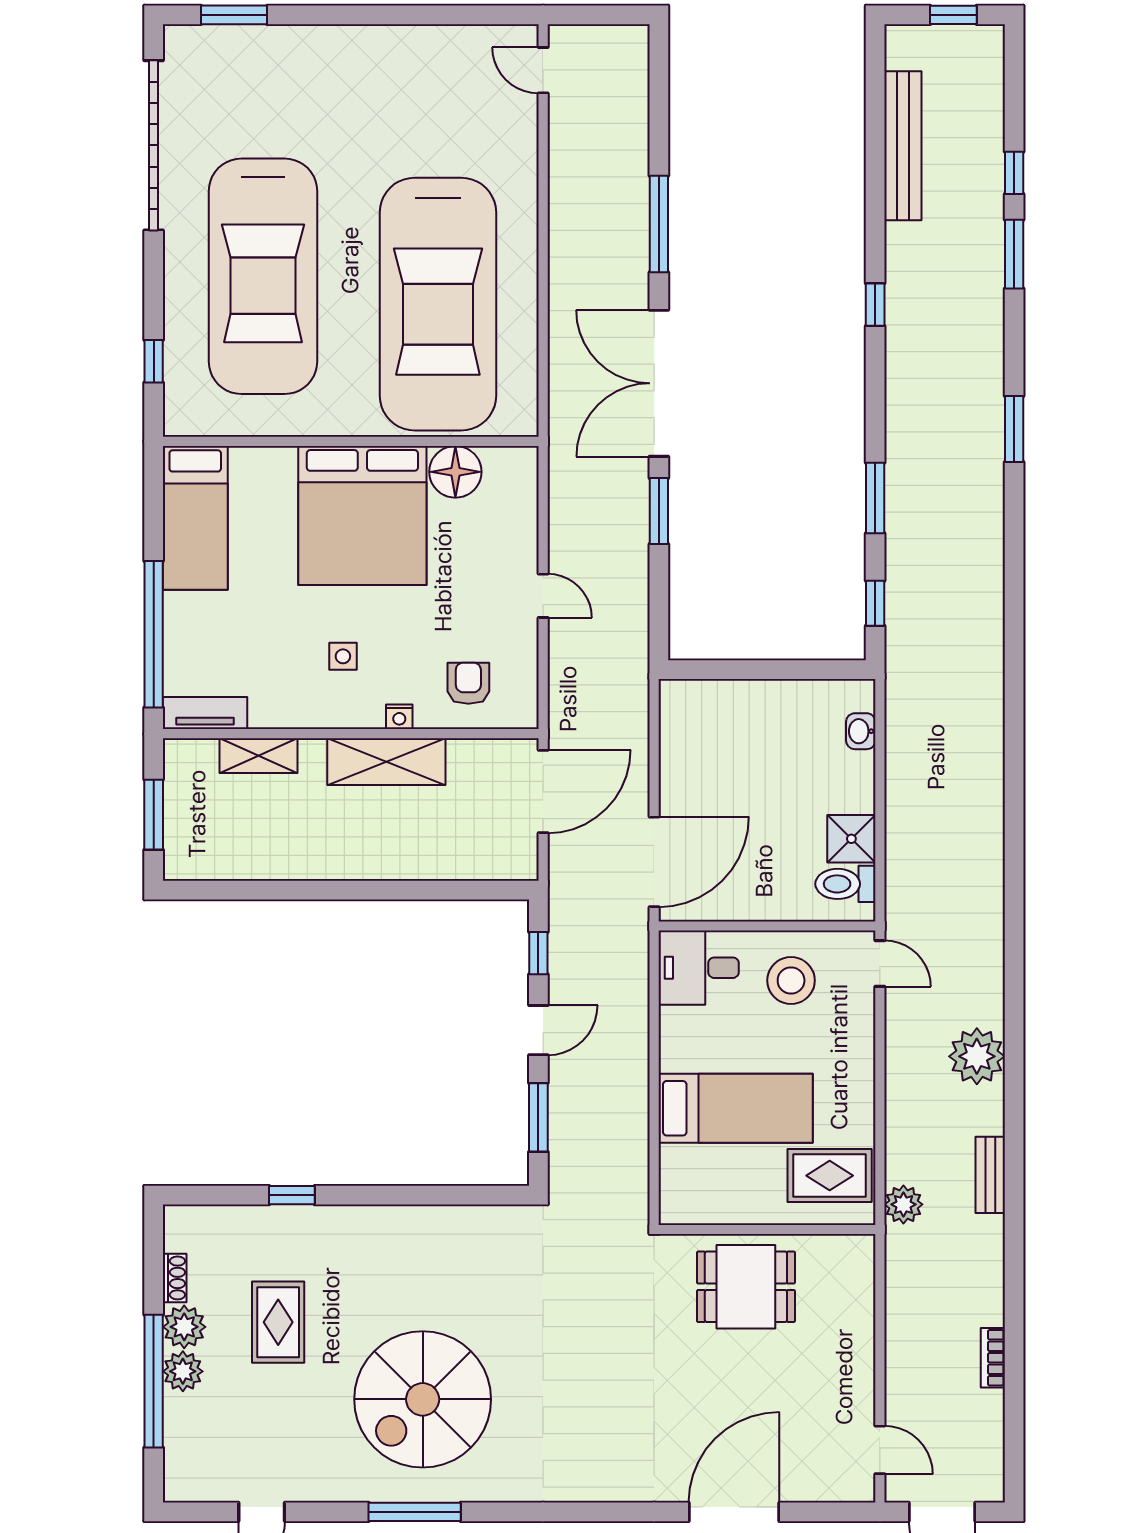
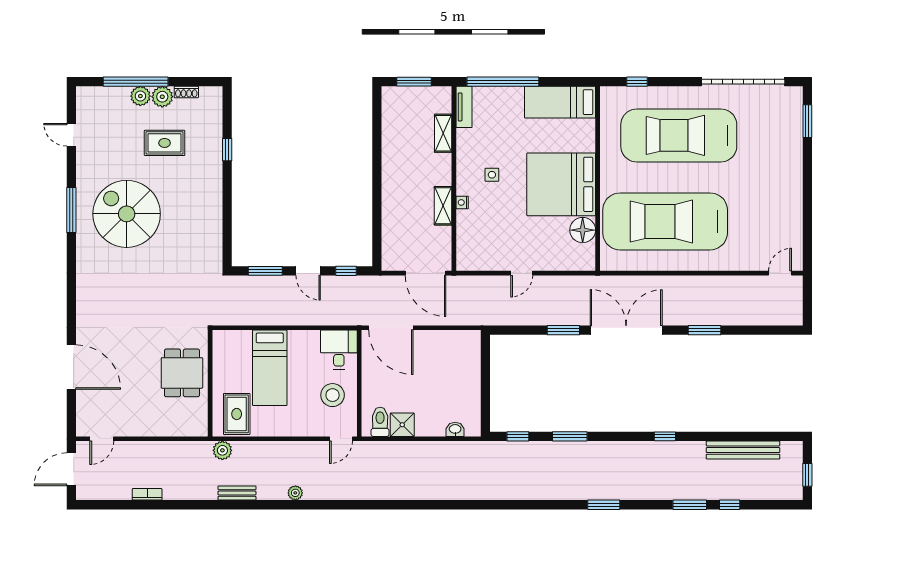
window: (659, 224) -> (704, 330), width x0.69
armchair: (468, 683) -> (479, 236), removed
shelving: (386, 762) -> (443, 206), width x0.67, depth x0.75
plant: (977, 1056) -> (295, 493), width x0.53, depth x0.53

